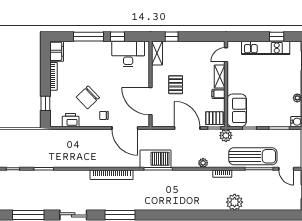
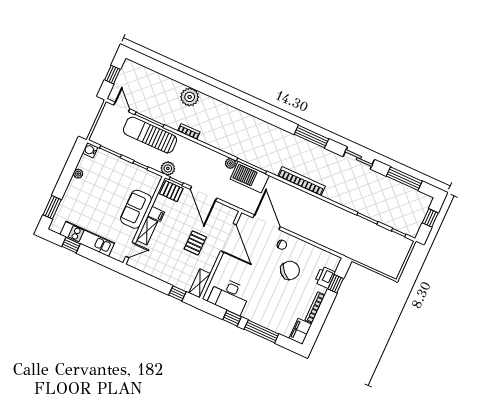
sofa: (237, 110) -> (136, 209), moved
printer: (71, 120) -> (325, 277), moved, turned 90
plant: (203, 163) -> (230, 163), moved

